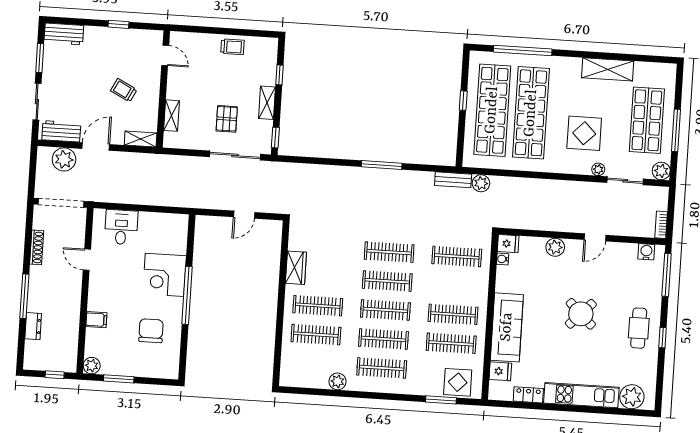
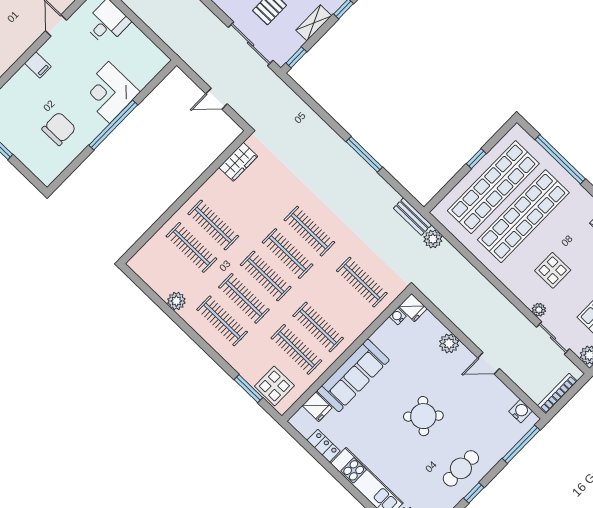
display table: (584, 133) -> (553, 270), width x0.73, depth x0.73
bookcase: (661, 225) -> (557, 393), width x1.56
wardrobe: (296, 268) -> (238, 162), moved
filing cabinet: (96, 320) -> (38, 65), moved

